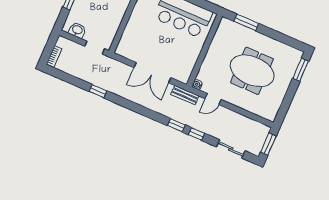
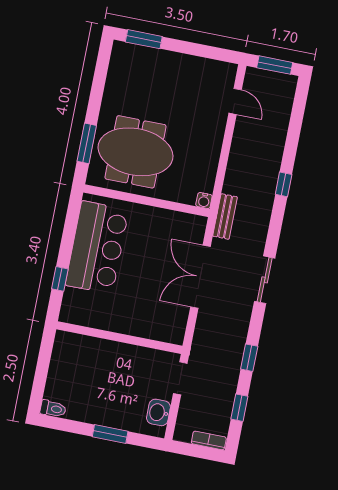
meeting table: (252, 71) -> (135, 152), moved, turned 90
double door: (152, 73) -> (200, 277), swing flipped
door: (213, 99) -> (235, 101), moved
window: (176, 125) -> (239, 408), moved
sliding door: (231, 149) -> (265, 280), moved

